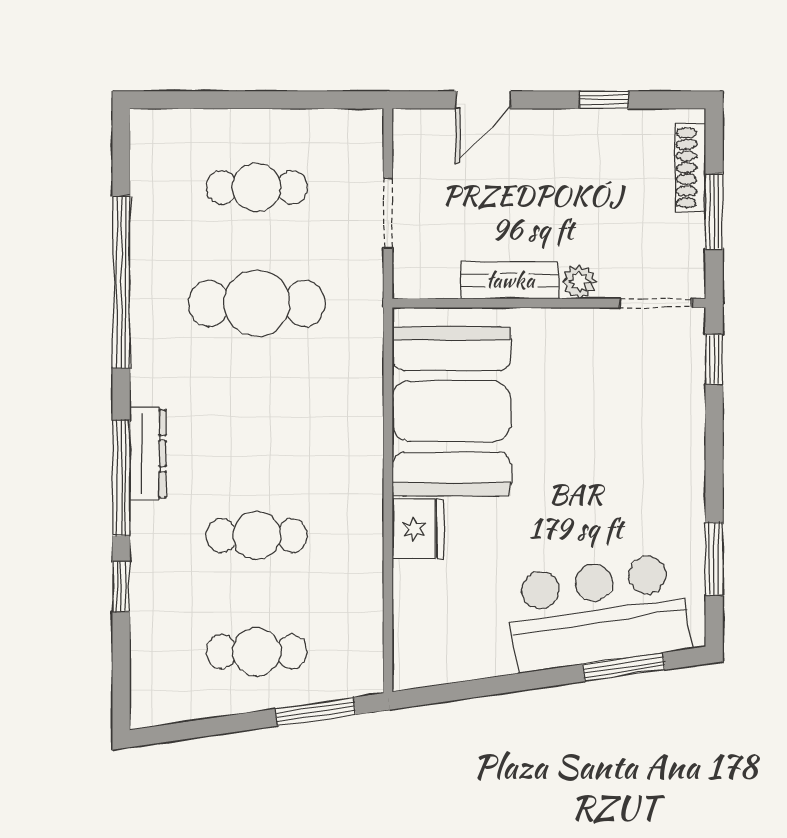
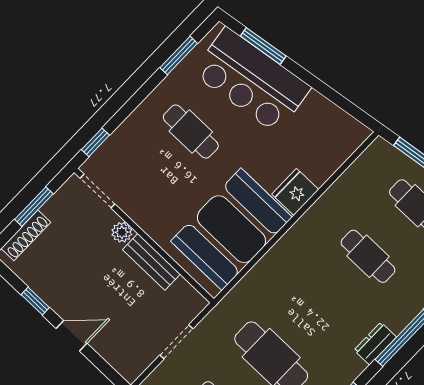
door: (483, 100) -> (71, 336), moved
dresser: (148, 454) -> (375, 344), width x0.70
cafe table: (612, 481) -> (191, 132), added

